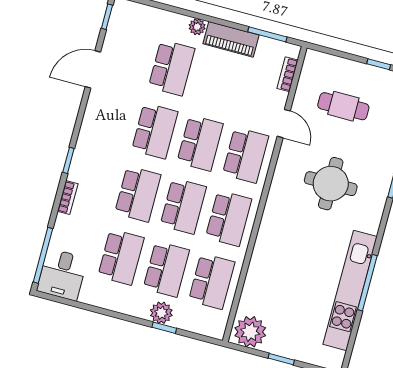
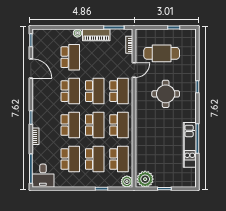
door: (93, 69) -> (31, 69), swing flipped
cafe table: (343, 106) -> (162, 53), width x1.37, depth x1.35
door: (284, 124) -> (134, 70), hinge flipped
kitchen unit: (350, 290) -> (190, 145), width x0.73
plant: (161, 313) -> (127, 182), moved

